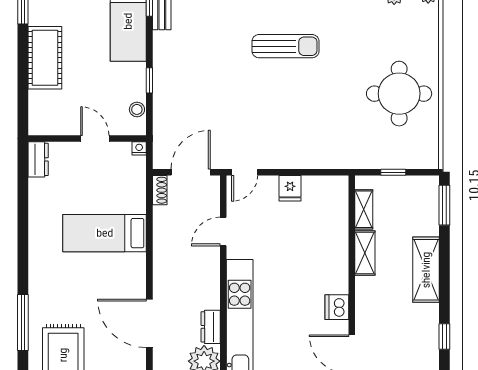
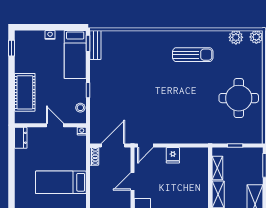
sun lounger: (285, 46) -> (193, 55), moved
cot: (45, 58) -> (25, 92), moved

